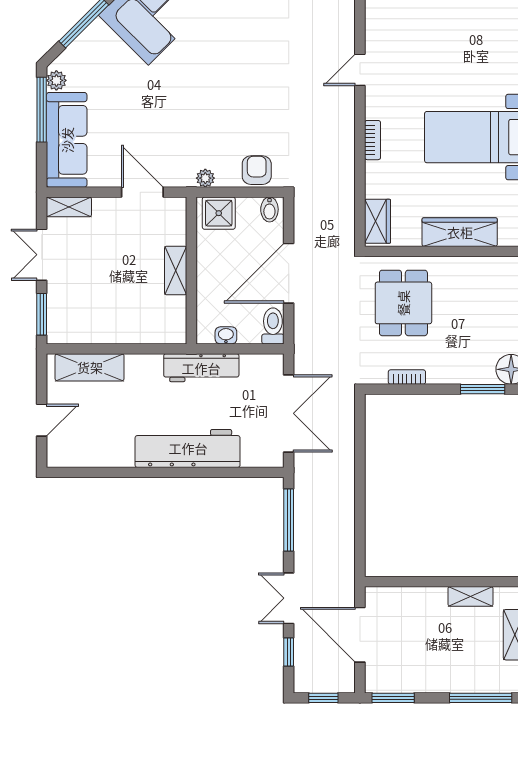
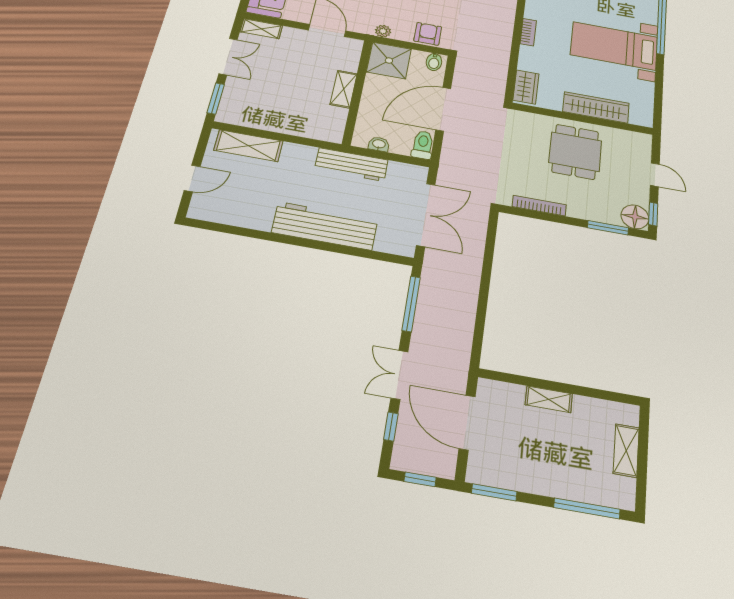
shower: (219, 213) -> (389, 60), width x1.36, depth x1.36
double door: (42, 255) -> (228, 57), swing flipped
dining table: (403, 303) -> (575, 152), moved
bookcase: (407, 377) -> (539, 206), width x1.56
shelving: (471, 596) -> (549, 399), moved

